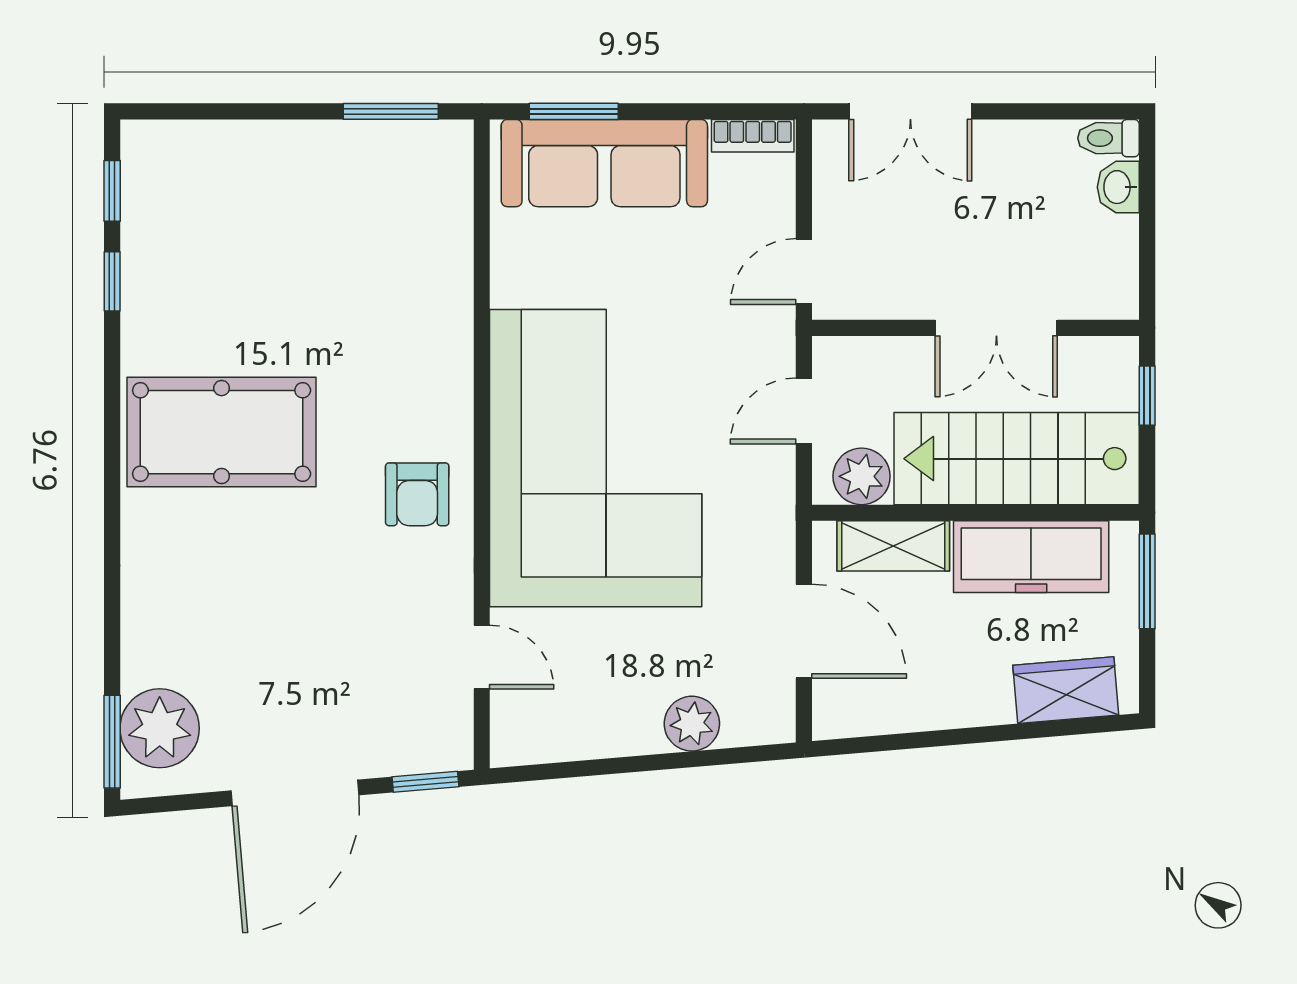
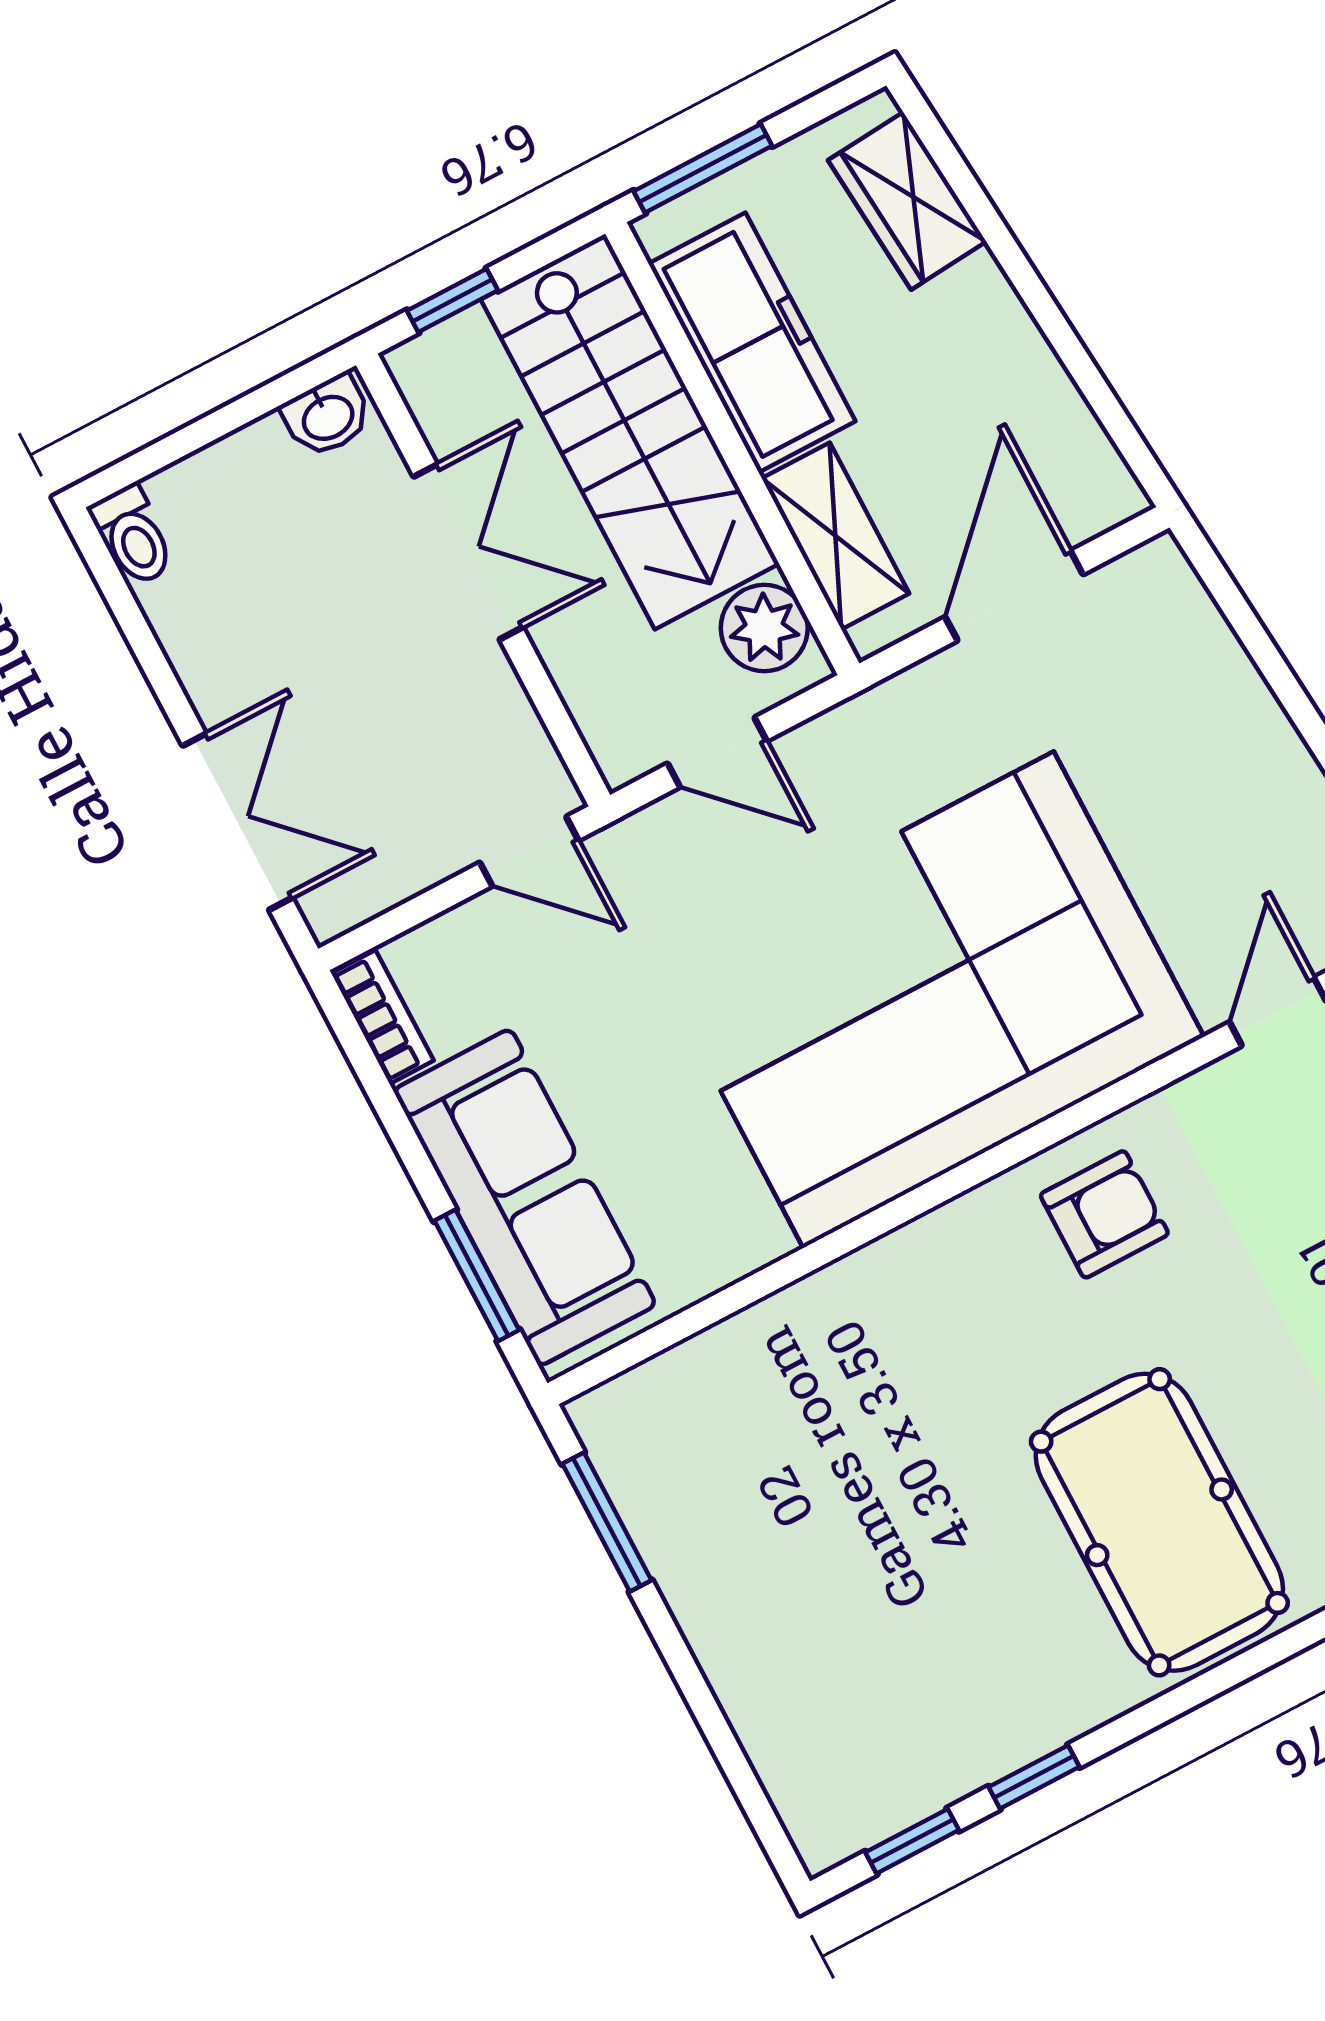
washbasin: (1118, 187) -> (327, 416), moved
plant: (692, 724) -> (1218, 681), removed

